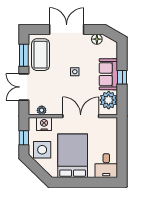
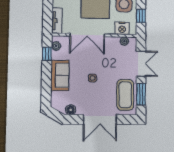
window: (122, 77) -> (47, 54), moved
plant: (109, 100) -> (56, 46), width x0.53, depth x0.53
tv unit: (112, 131) -> (57, 21), added

